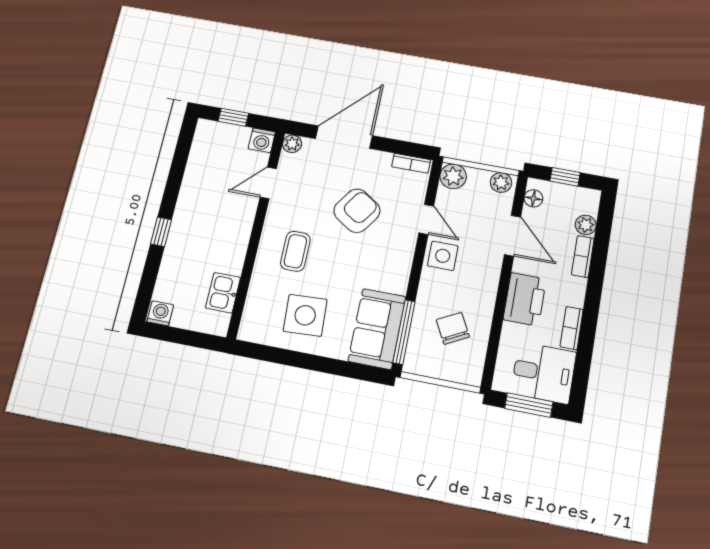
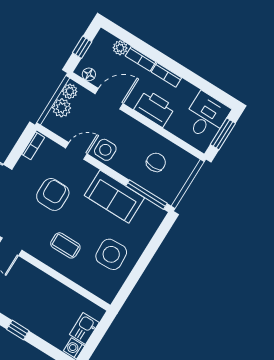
plant: (453, 176) -> (62, 108), moved
armchair: (357, 211) -> (53, 194), turned 56
kitchen sink: (223, 293) -> (84, 329), moved, turned 90
chair: (453, 328) -> (156, 162), turned 118
bookcase: (572, 328) -> (166, 75), moved
sofa: (377, 329) -> (114, 197), moved

